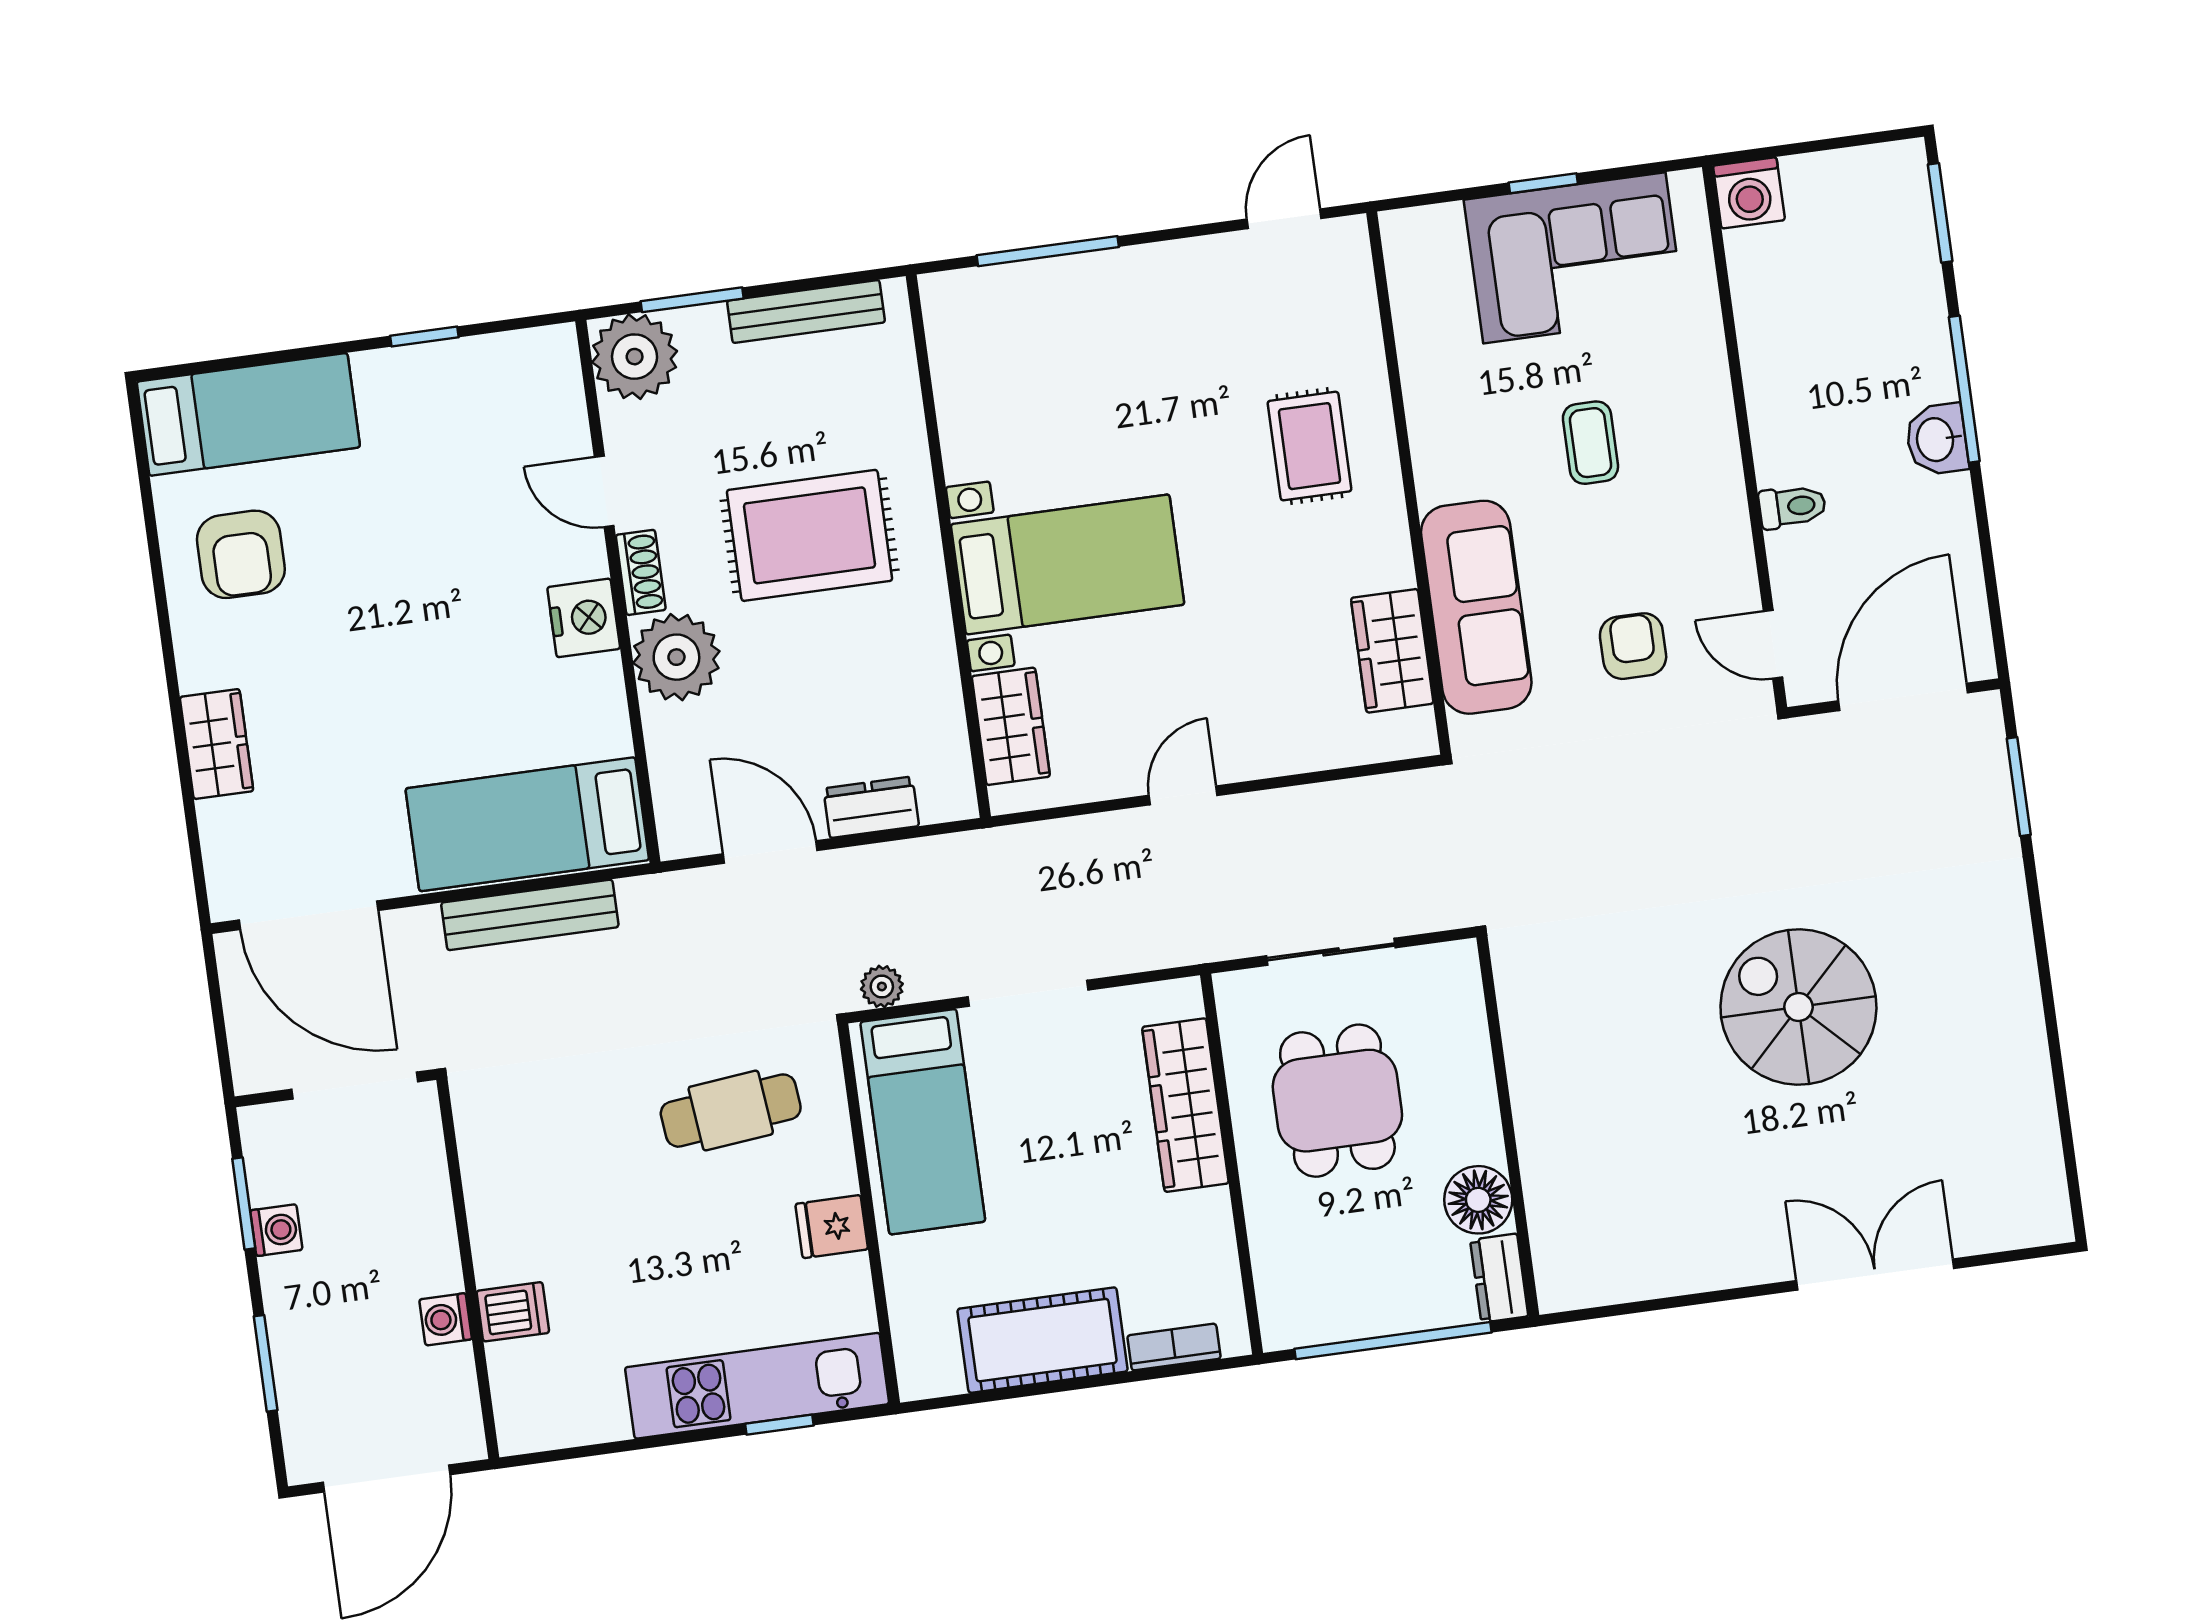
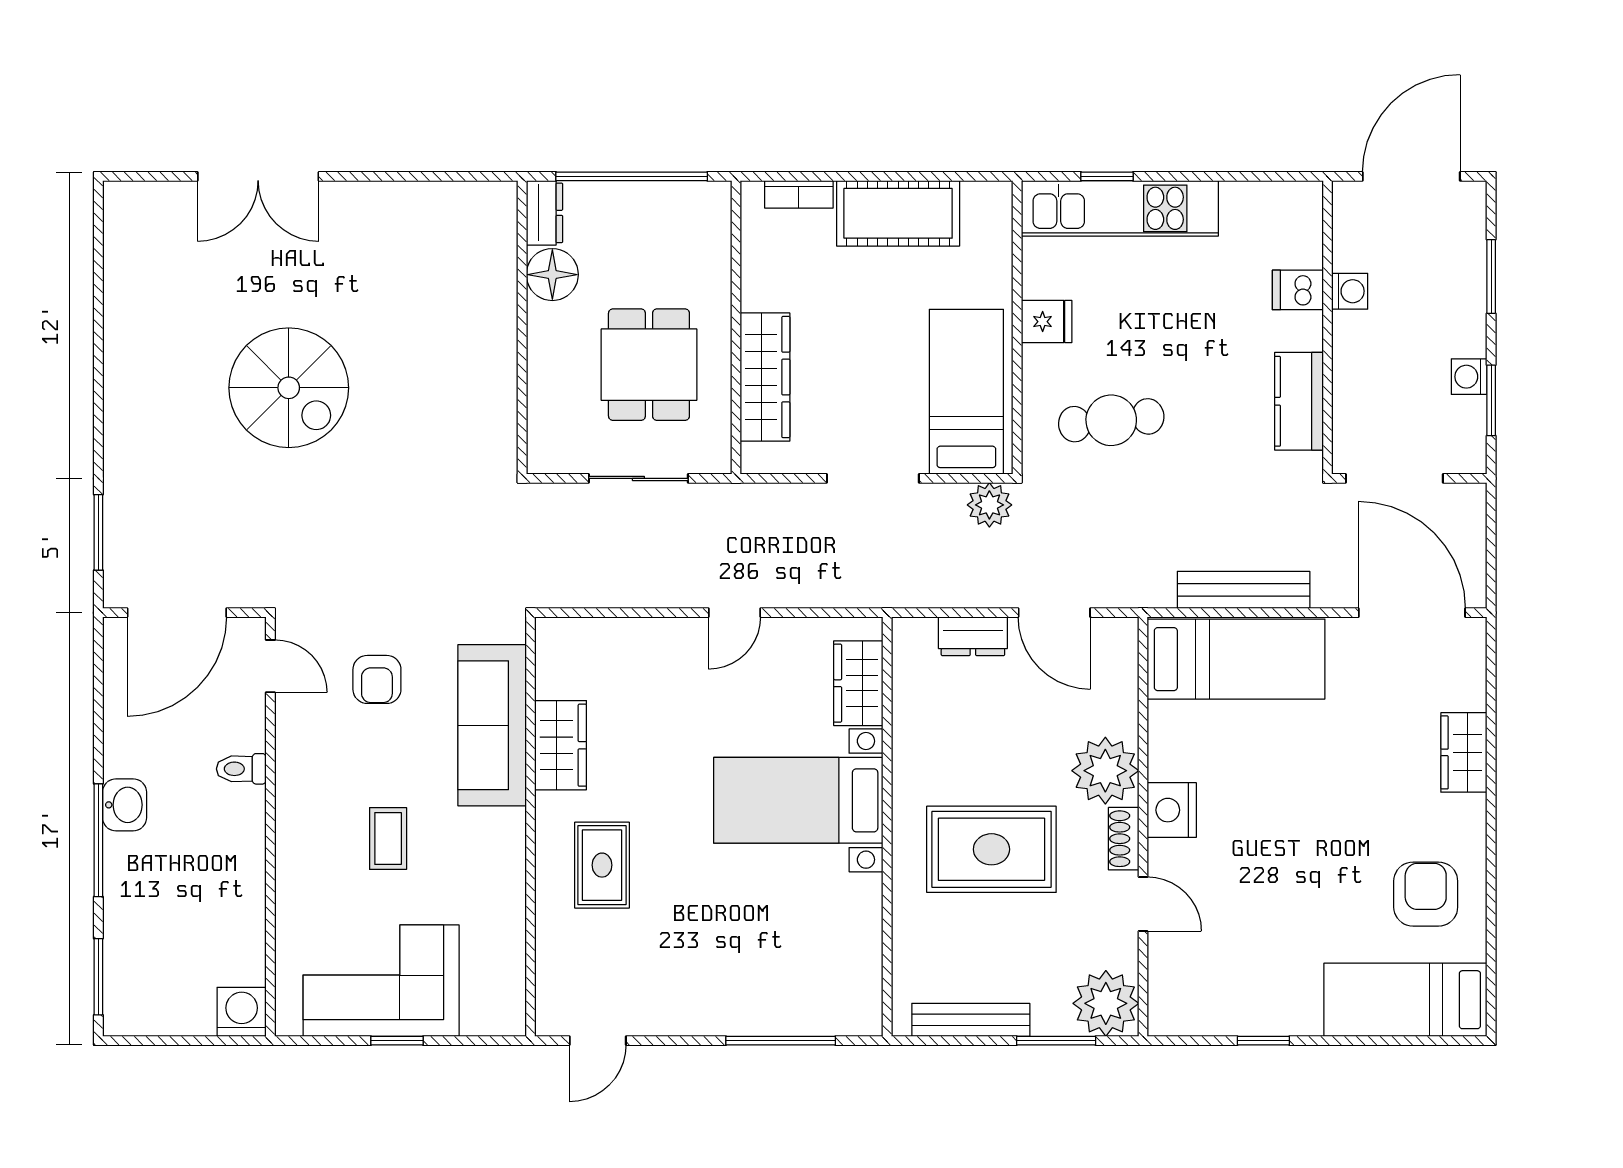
wardrobe: (1392, 651) -> (561, 745), moved
plant: (882, 987) -> (989, 505), width x1.38, depth x1.38
kitchen counter: (492, 1168) -> (1299, 401), added

